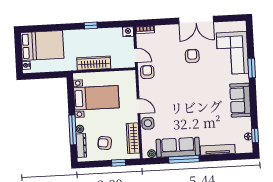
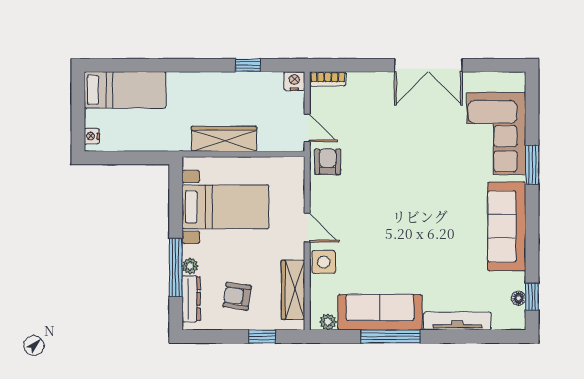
window: (91, 26) -> (248, 65), moved
bed: (42, 45) -> (125, 90), width x0.67
armchair: (192, 56) -> (417, 135), removed
sofa: (240, 100) -> (507, 226), width x1.36

